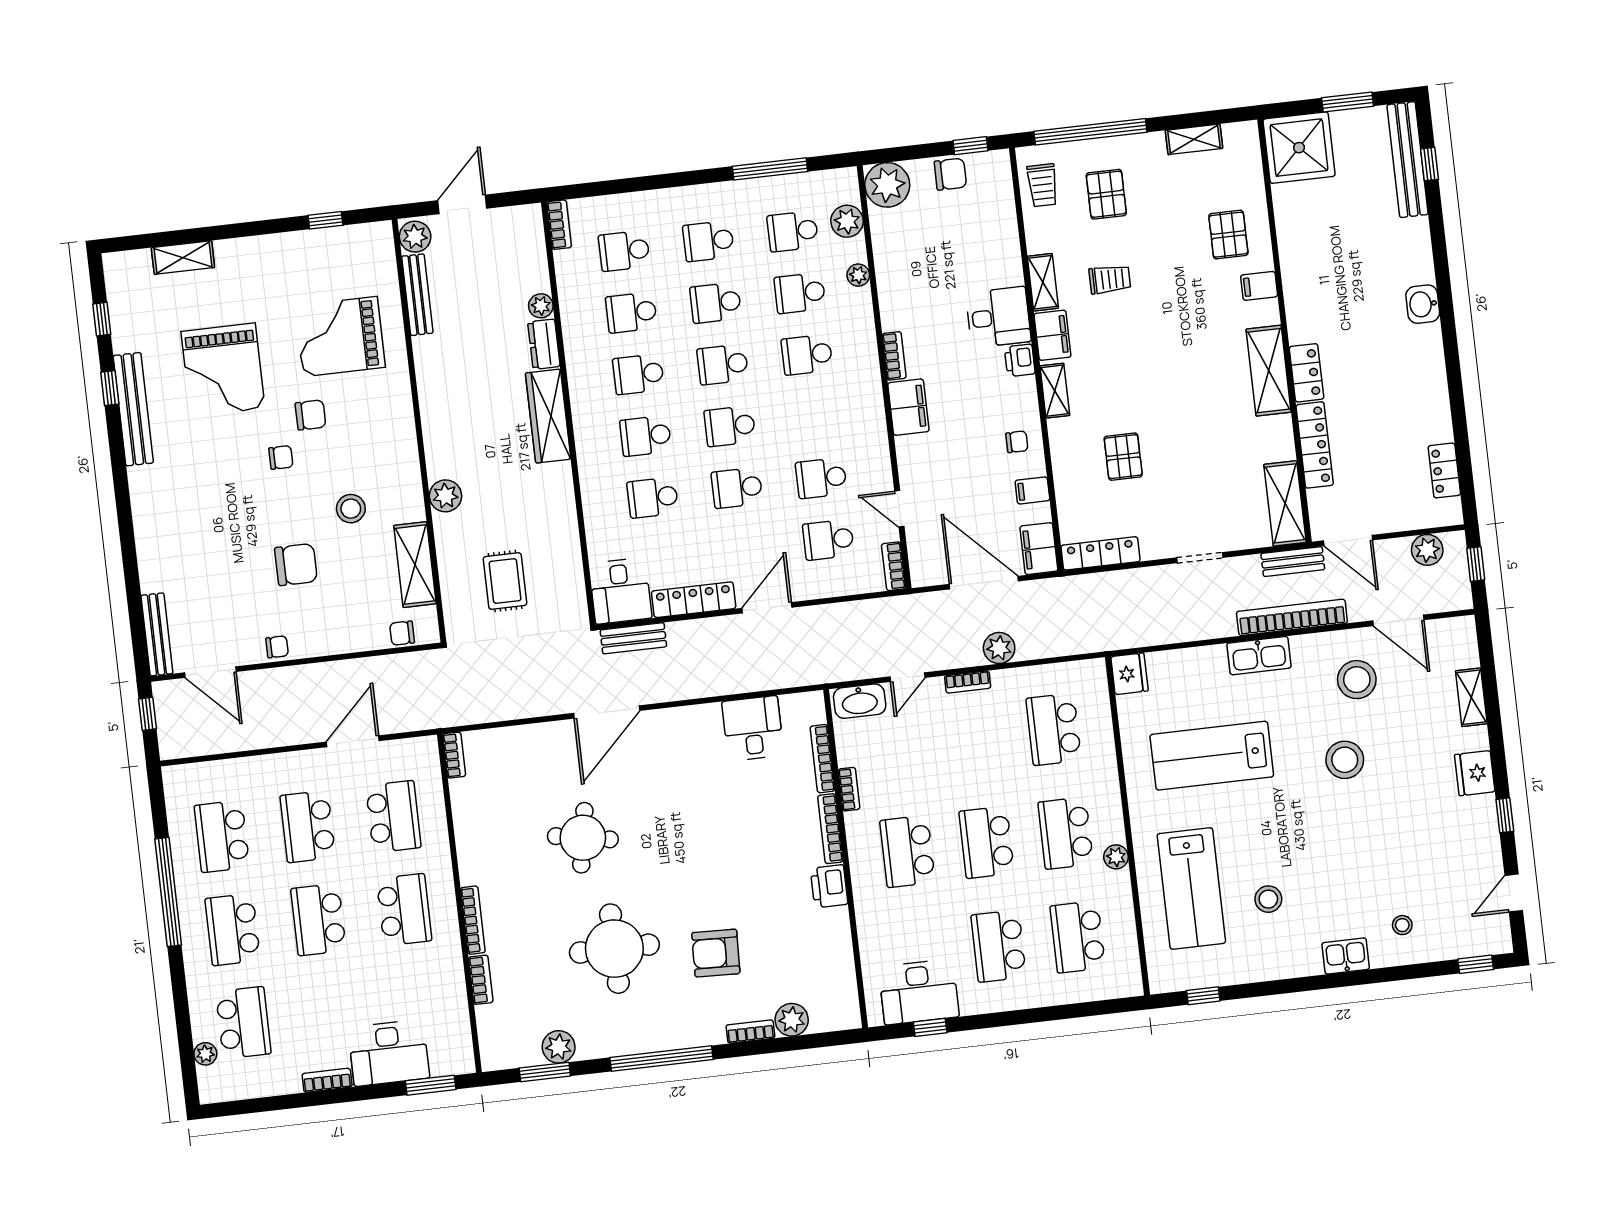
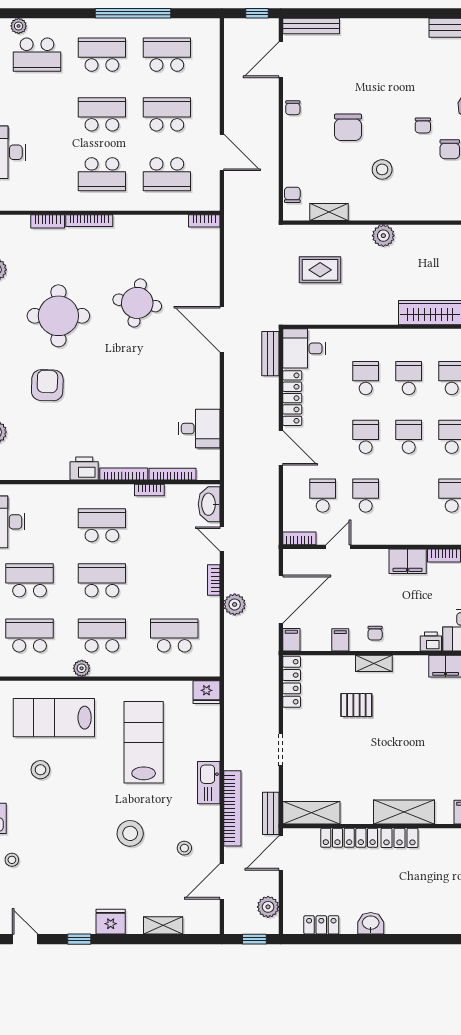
washbasin: (1423, 304) -> (371, 923), moved
shelving: (1055, 391) -> (374, 663), moved
filing cabinet: (1039, 549) -> (291, 640), width x0.50
shelving: (415, 565) -> (329, 212), width x0.67, depth x0.75
stool: (1357, 680) -> (184, 848), width x0.53, depth x0.53

